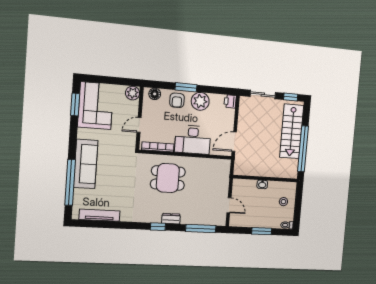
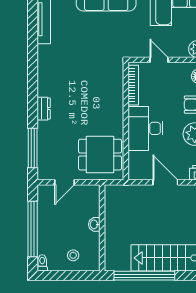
door: (234, 142) -> (165, 182), moved
dining table: (168, 178) -> (100, 155), moved, turned 90
window: (158, 227) -> (33, 93), removed
window: (262, 231) -> (33, 229), width x2.11

